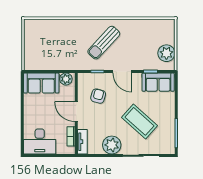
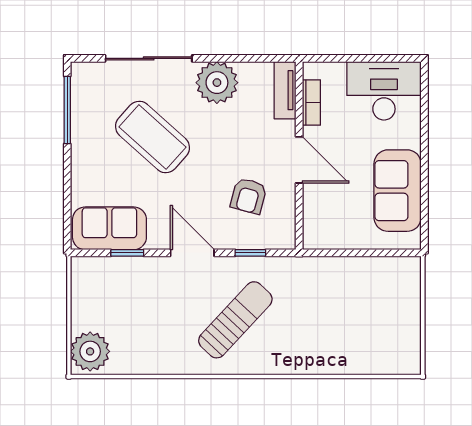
plant: (166, 53) -> (90, 351), moved
plant: (66, 79) -> (323, 236), removed
sofa: (41, 83) -> (398, 191), moved, turned -90

